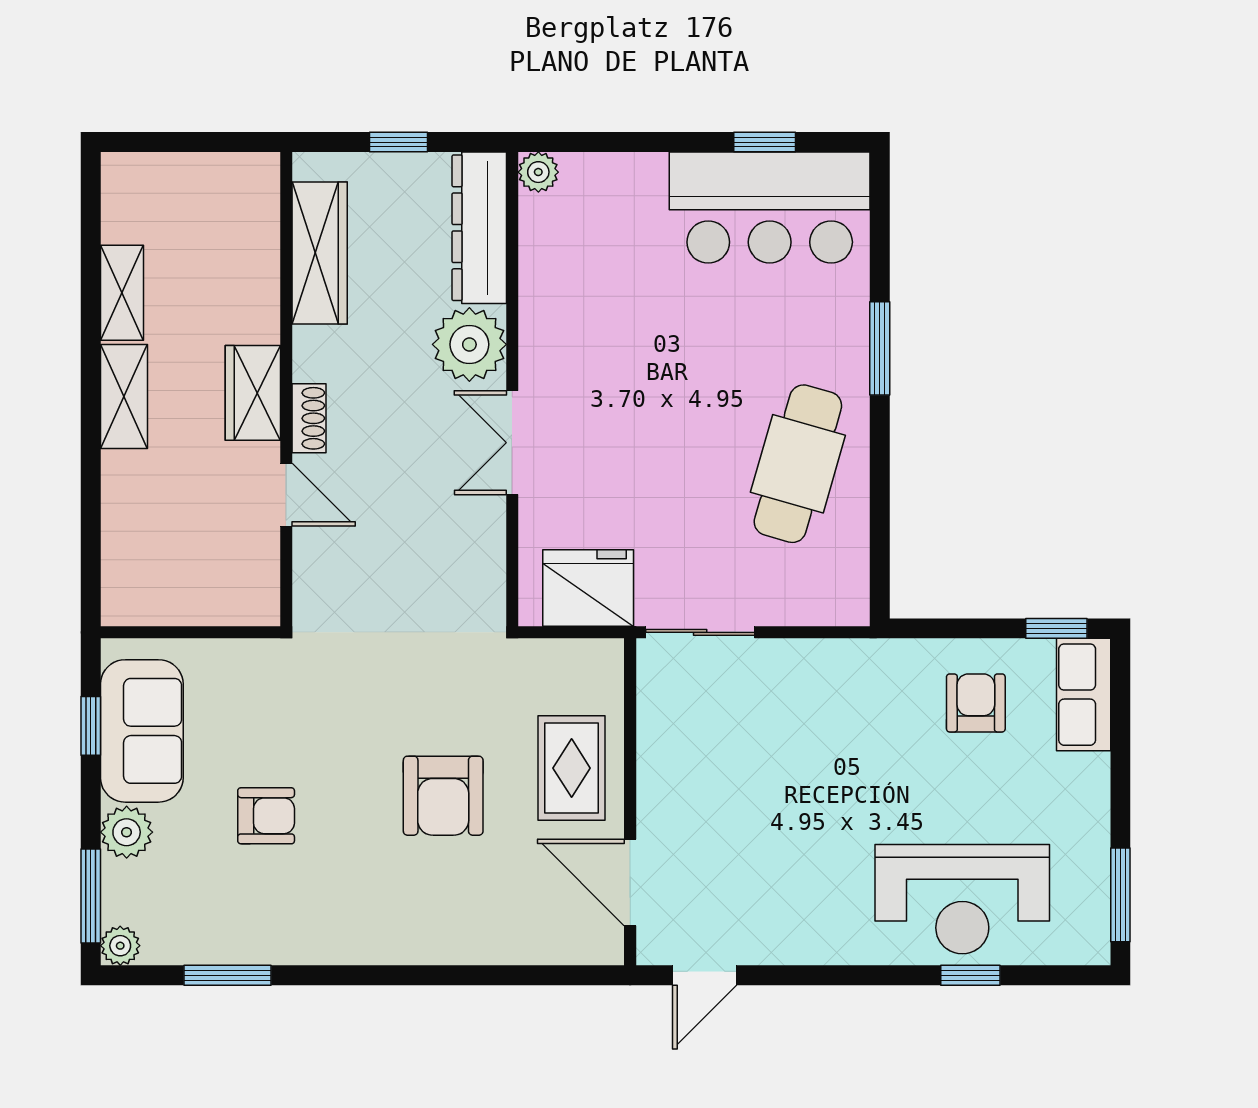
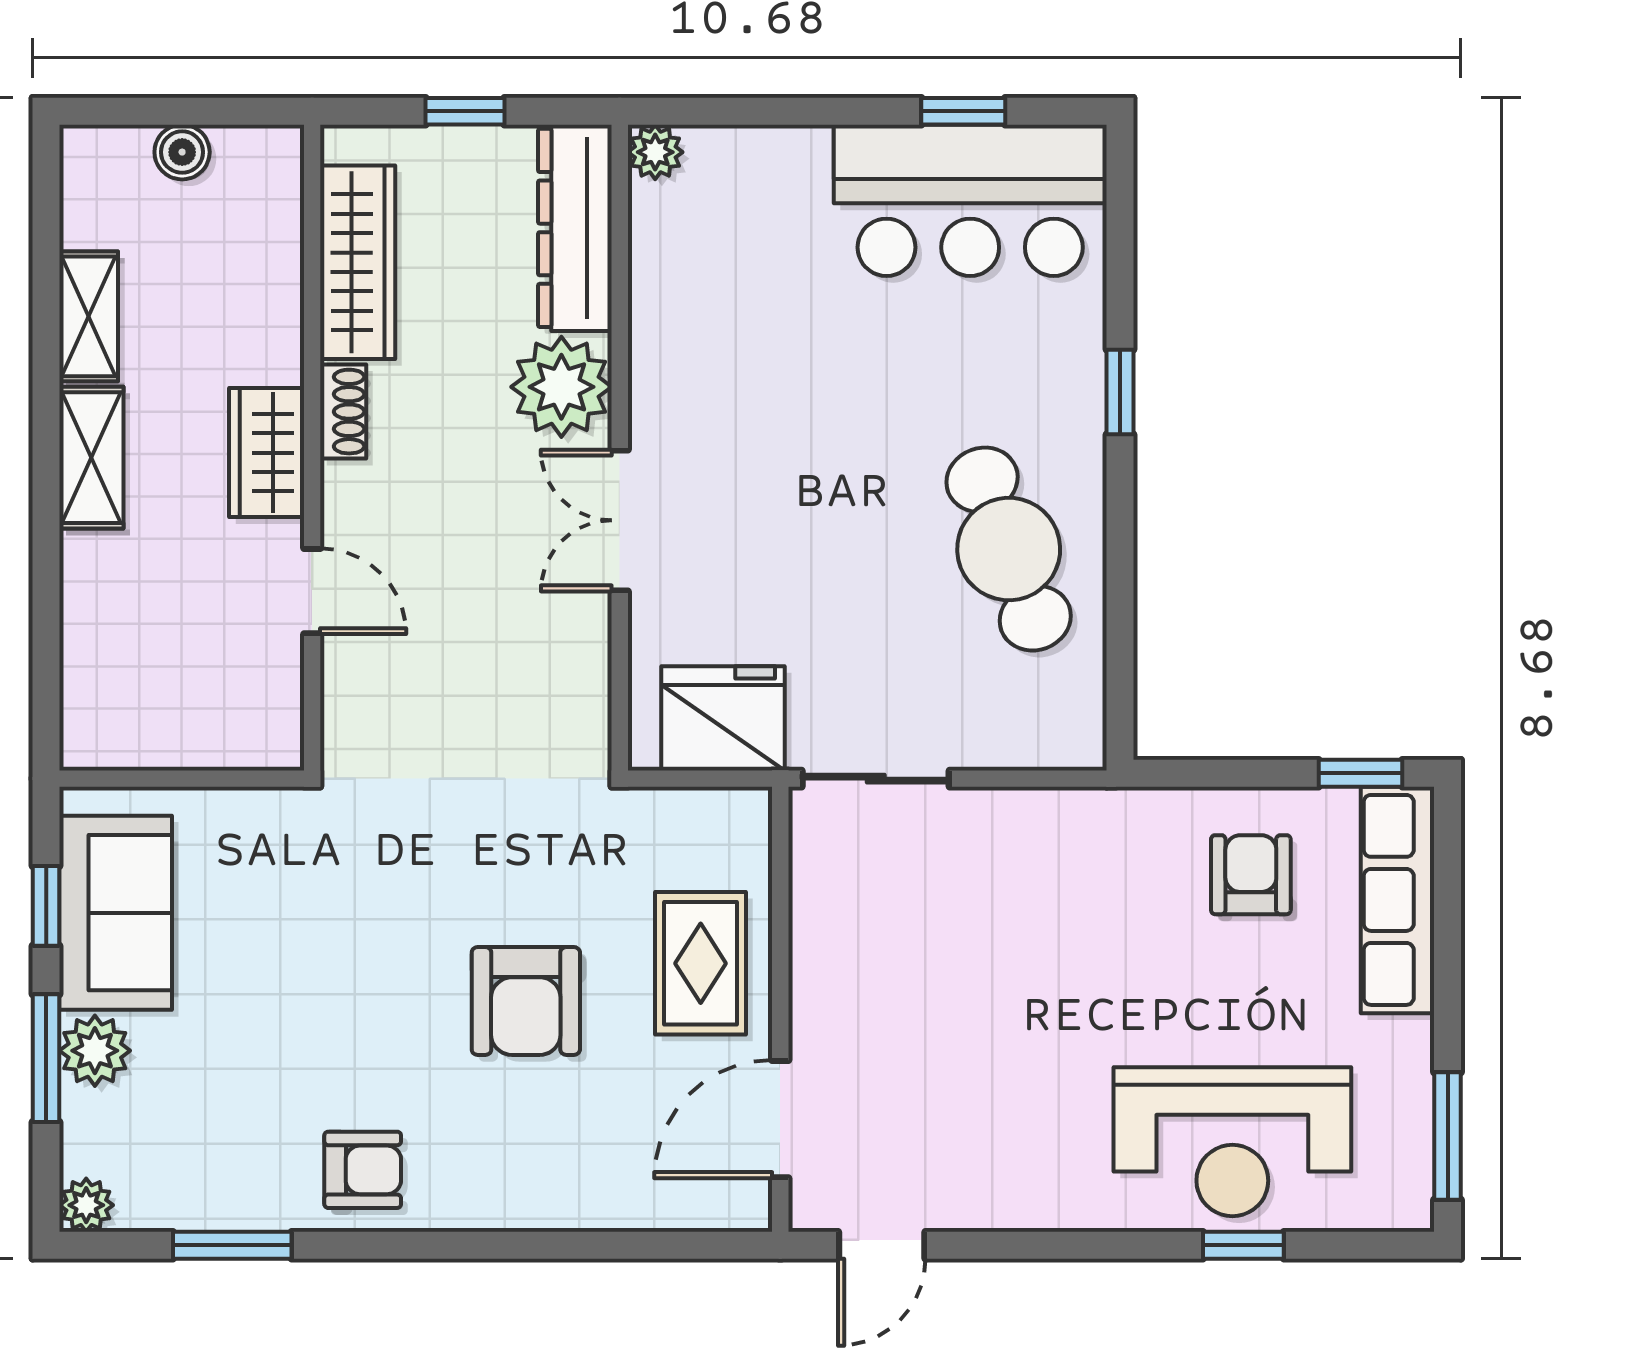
boiler: (191, 172) -> (182, 152), added
window: (880, 348) -> (1120, 392), width x0.67
shoe rack: (309, 418) -> (343, 412), moved
cafe table: (798, 464) -> (1009, 549), turned -37
row of seats: (1084, 695) -> (1398, 900), width x1.48
armchair: (266, 816) -> (363, 1170), moved
door: (630, 883) -> (780, 1119), hinge flipped
window: (91, 896) -> (46, 1058), moved

